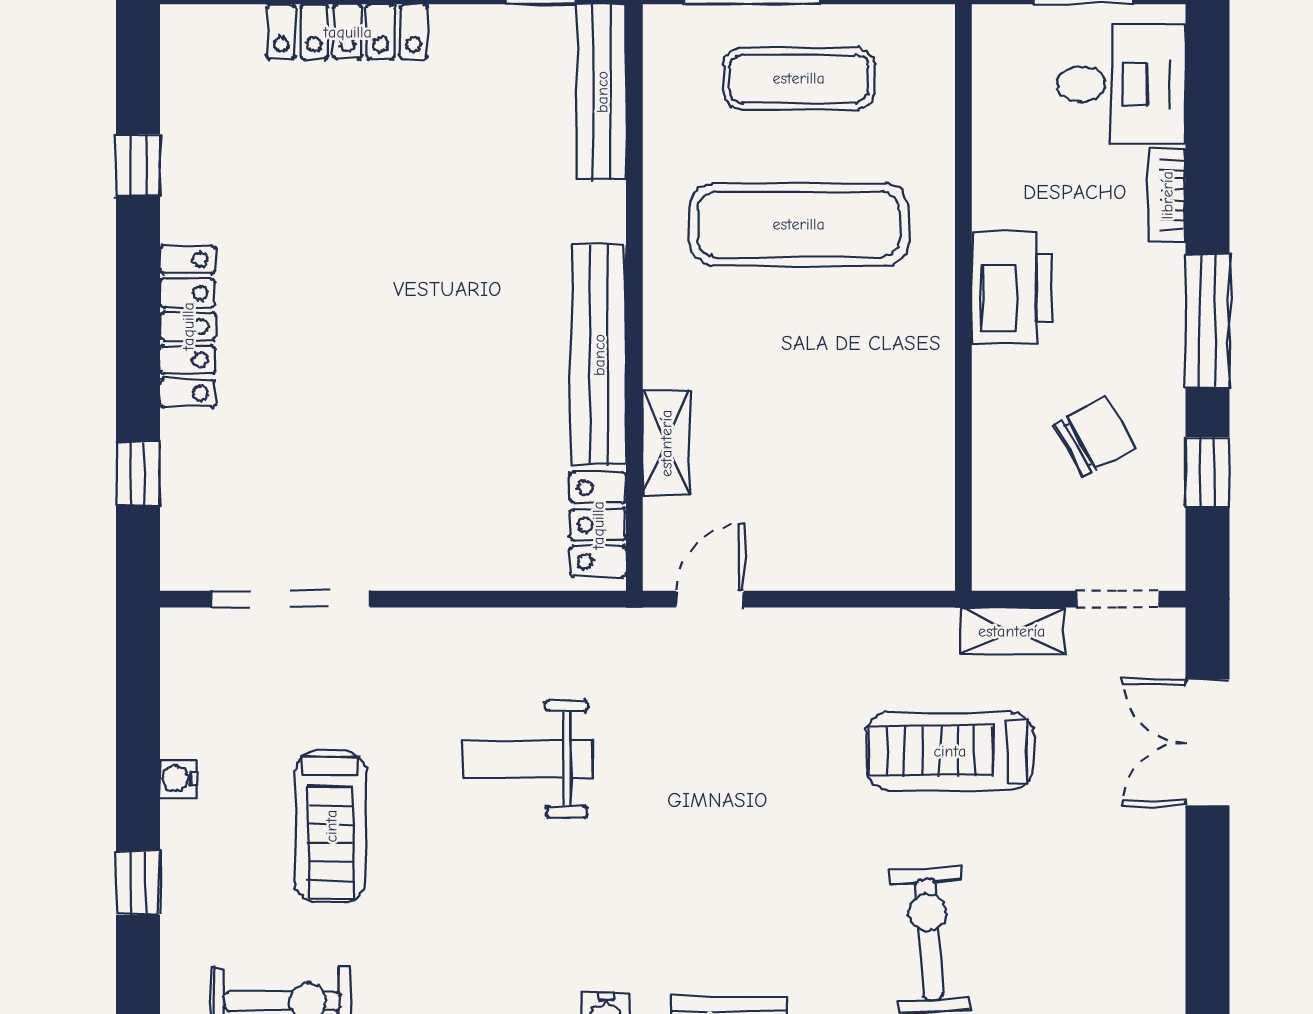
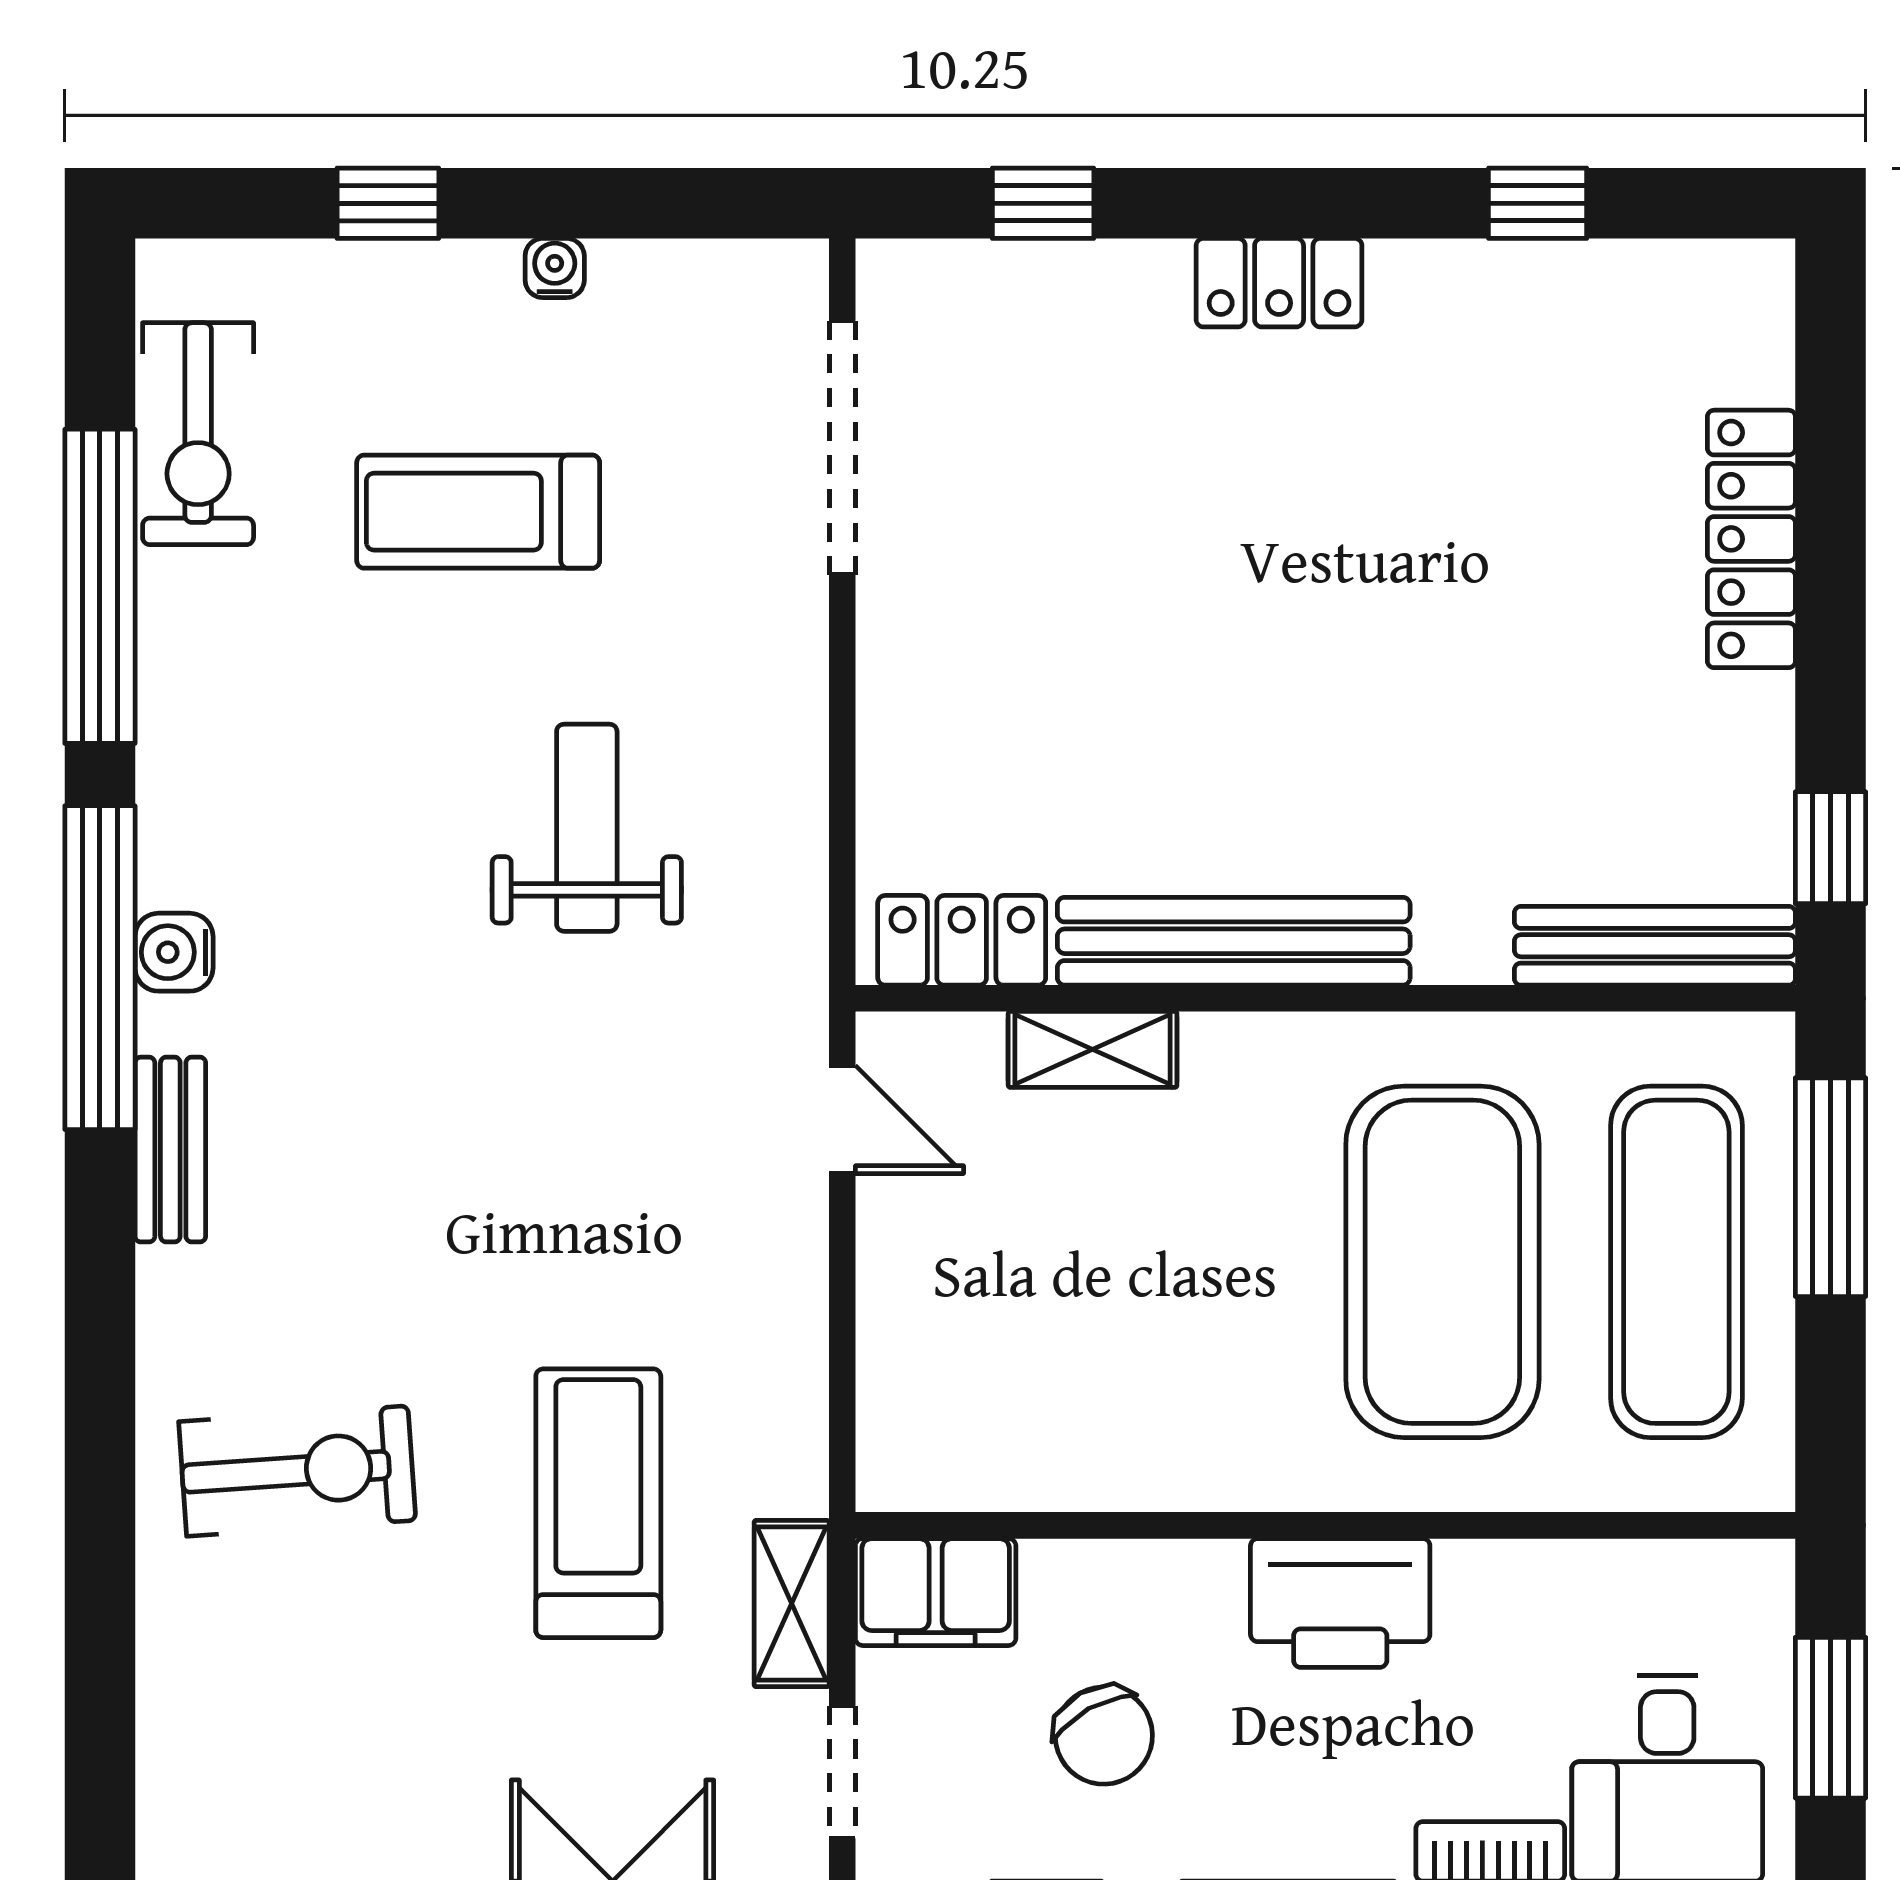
exercise mat: (799, 78) -> (1676, 1262), width x1.36, depth x1.45
exercise mat: (799, 224) -> (1442, 1262), width x1.47
locker: (188, 326) -> (1279, 283), width x0.66
filing cabinet: (1005, 541) -> (936, 1592), added

